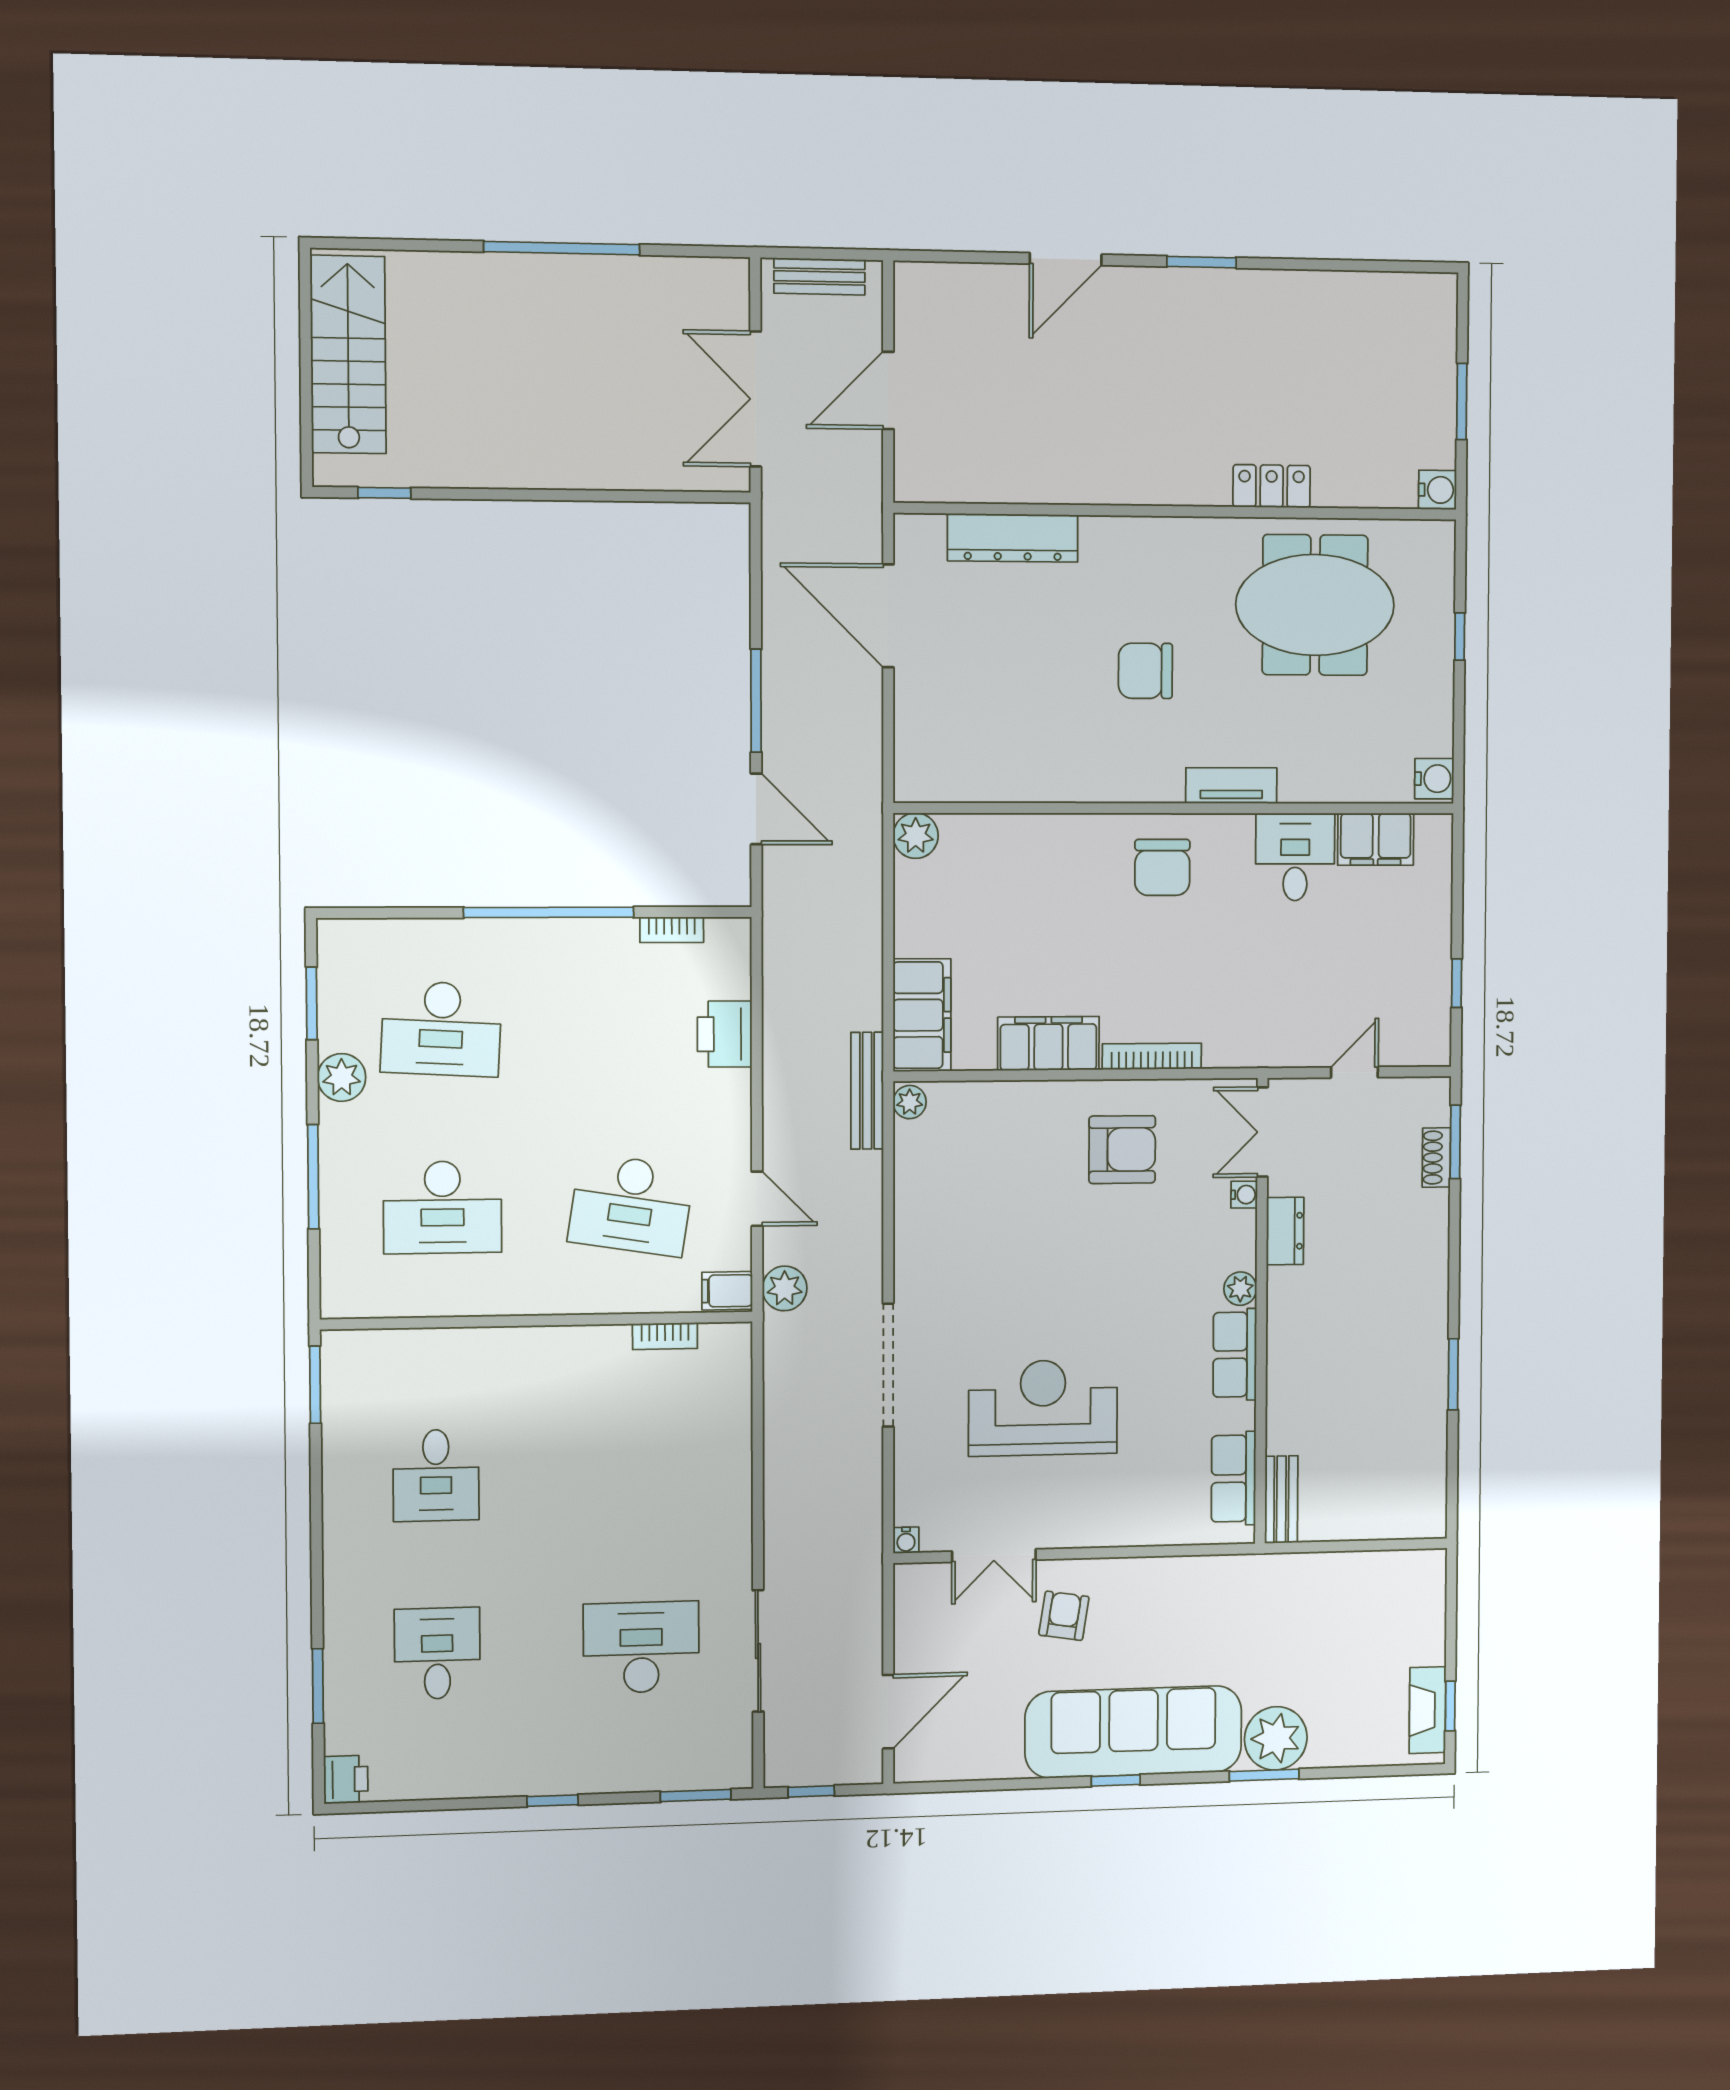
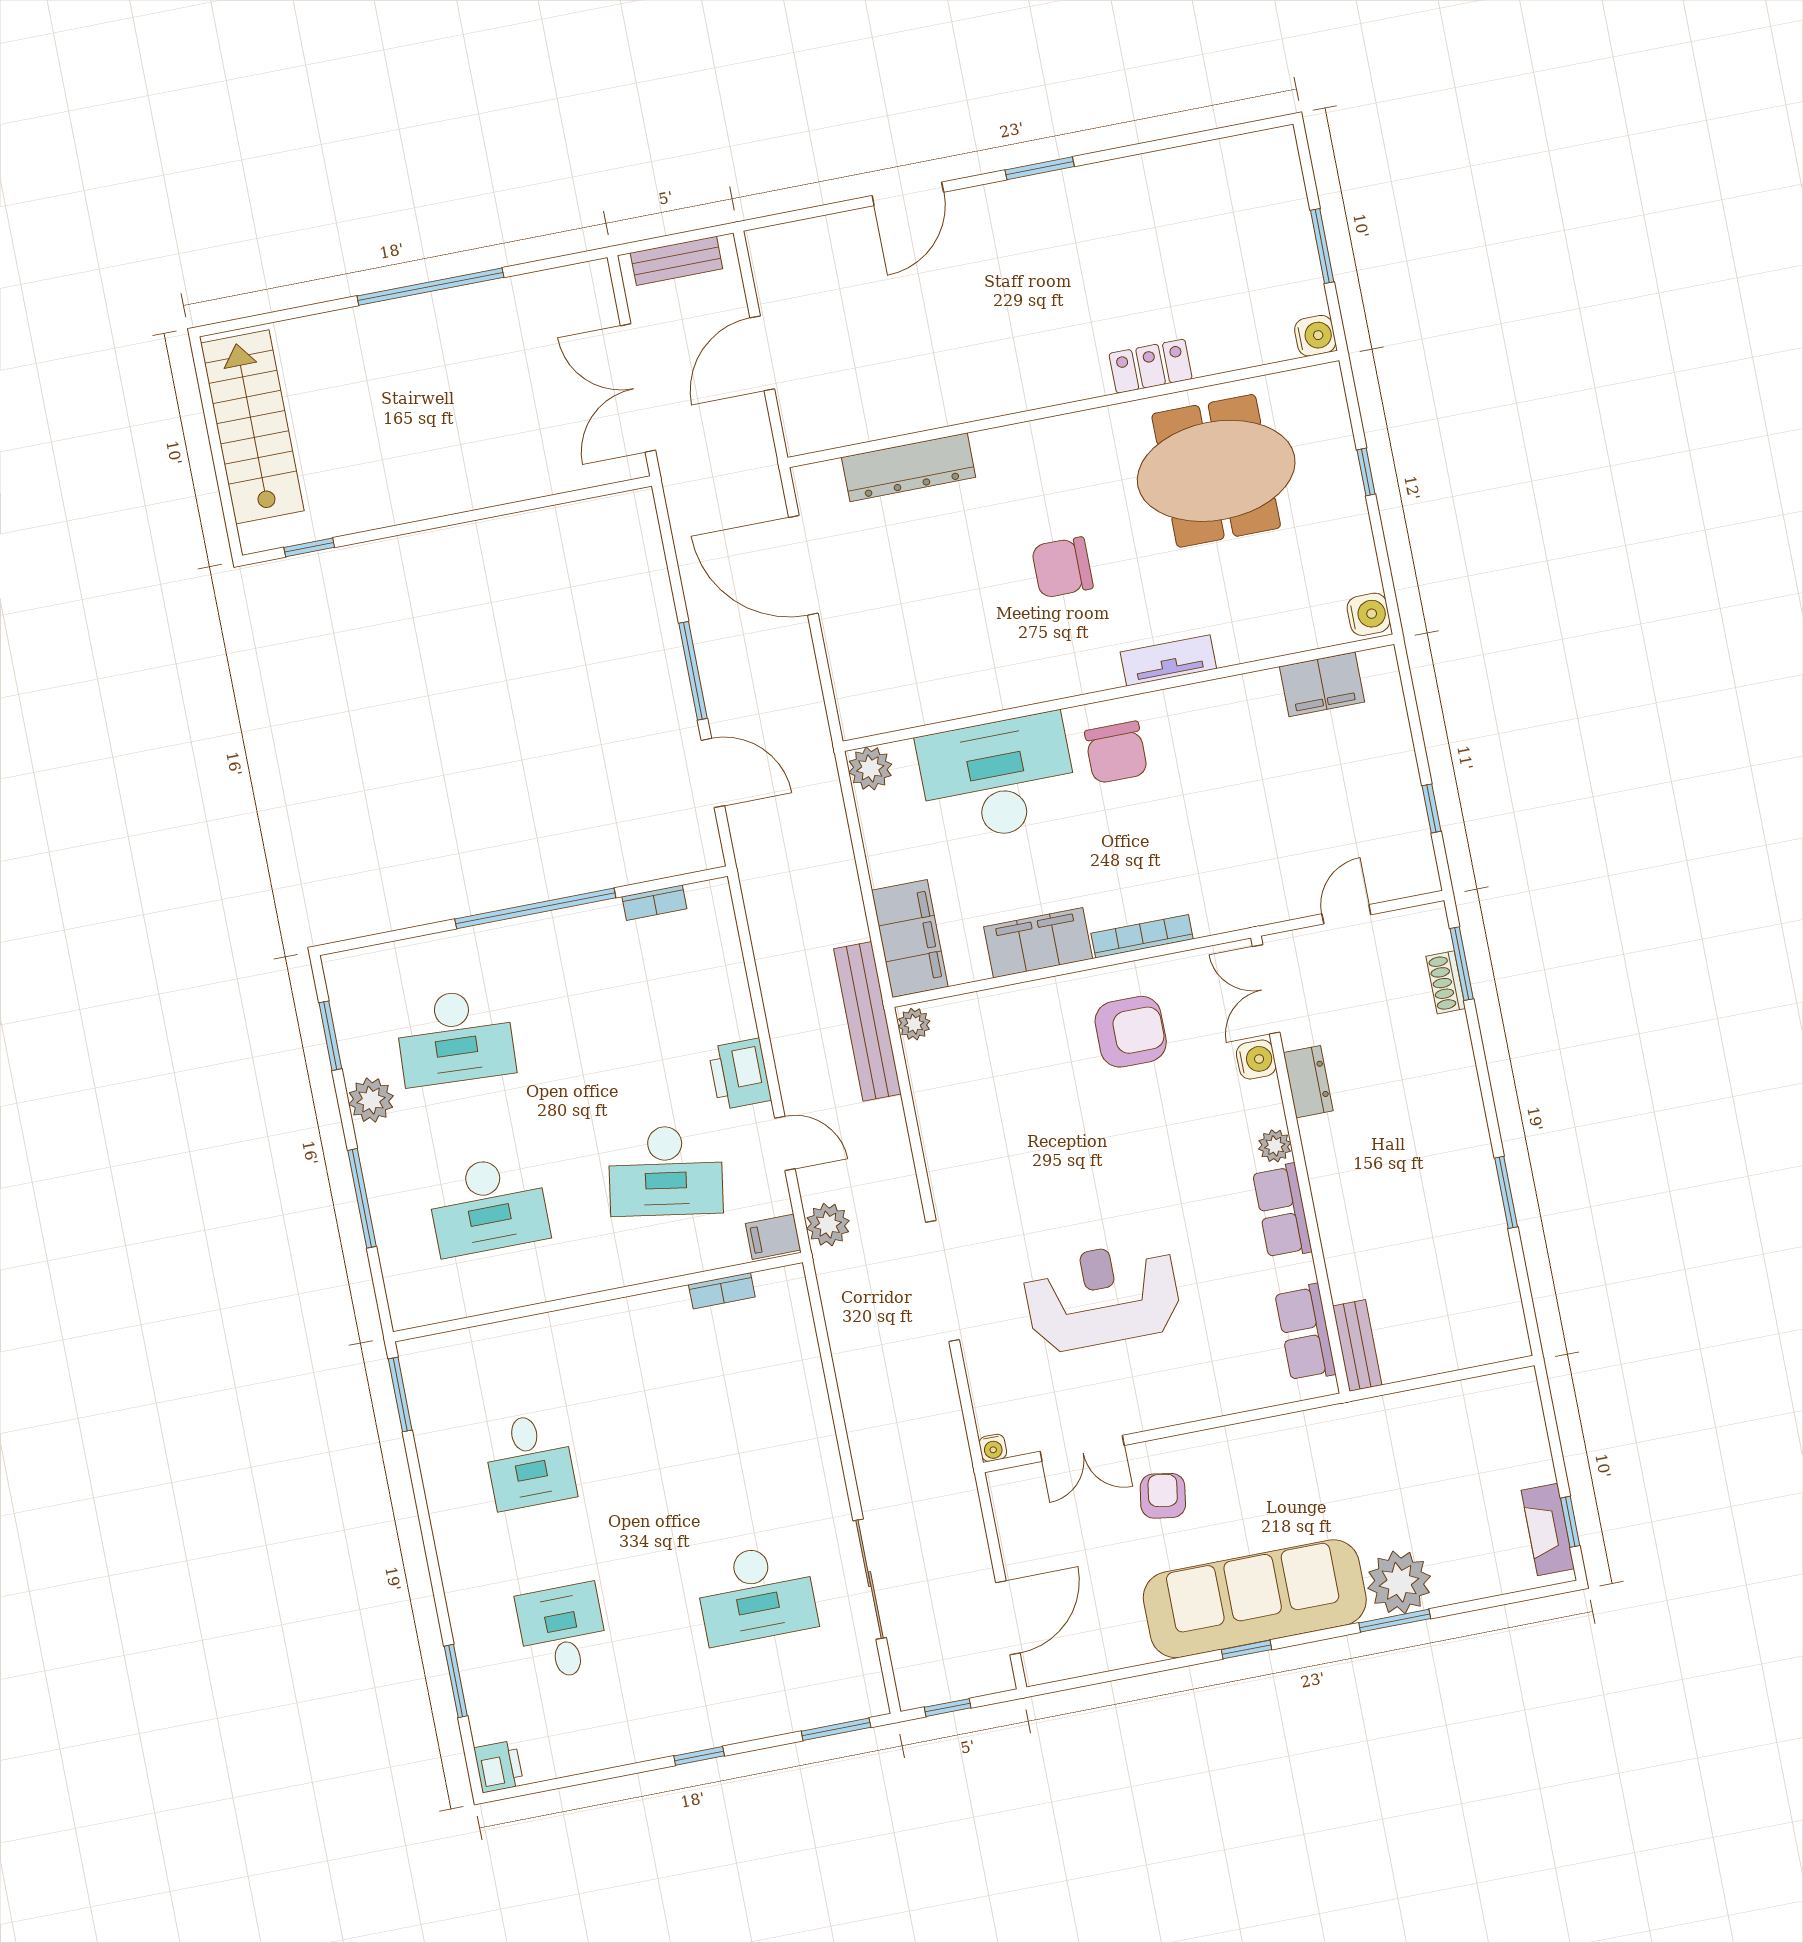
desk: (1295, 857) -> (998, 778), moved, width x1.87, depth x1.30
printer: (725, 1034) -> (740, 1074), moved
bench: (867, 1091) -> (867, 1021), width x1.37, depth x1.21
water cooler: (1244, 1195) -> (1256, 1059), width x1.38, depth x1.38
desk: (641, 1647) -> (756, 1594), turned 180

